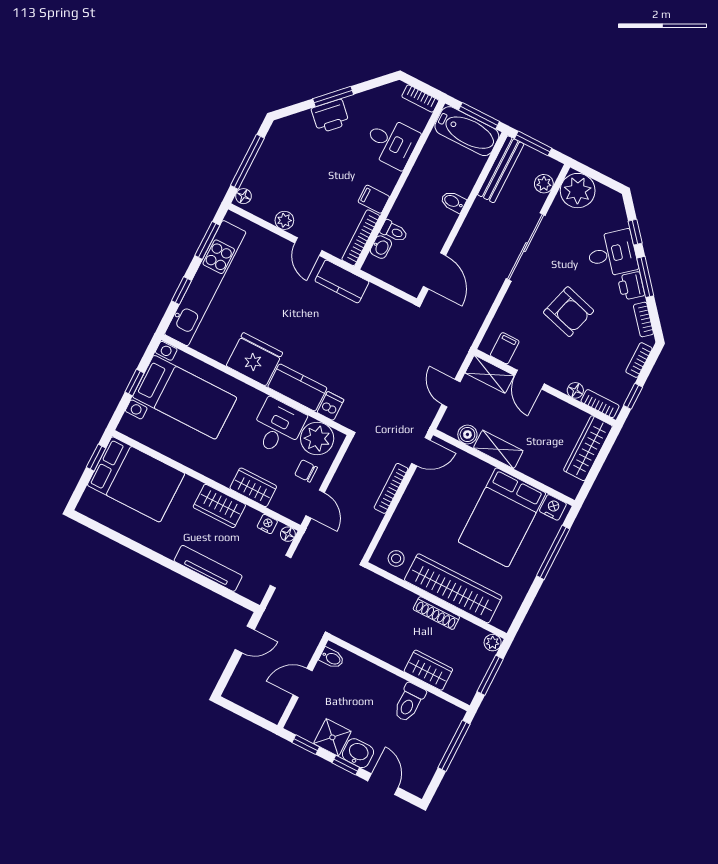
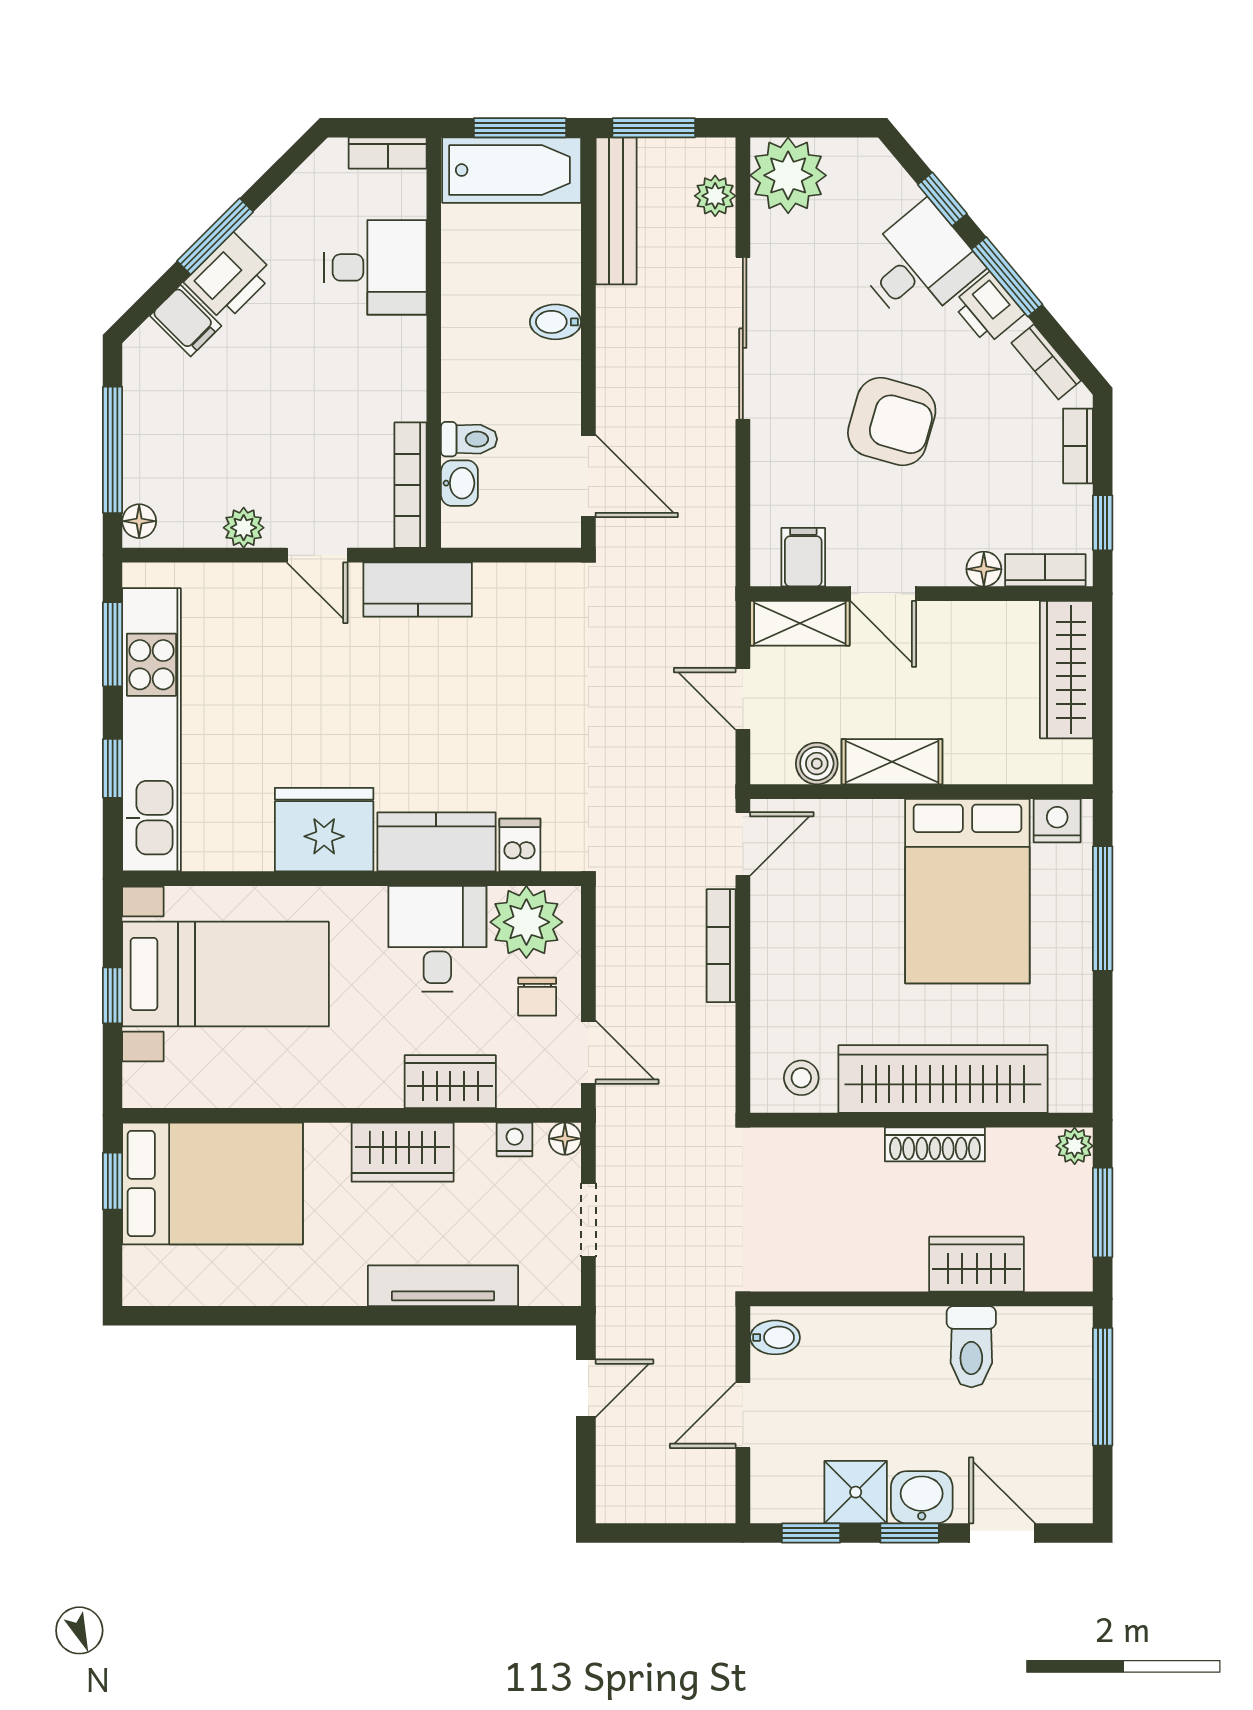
filing cabinet: (374, 199) -> (186, 321), moved, turned -135
chair: (306, 471) -> (537, 997), turned -90

